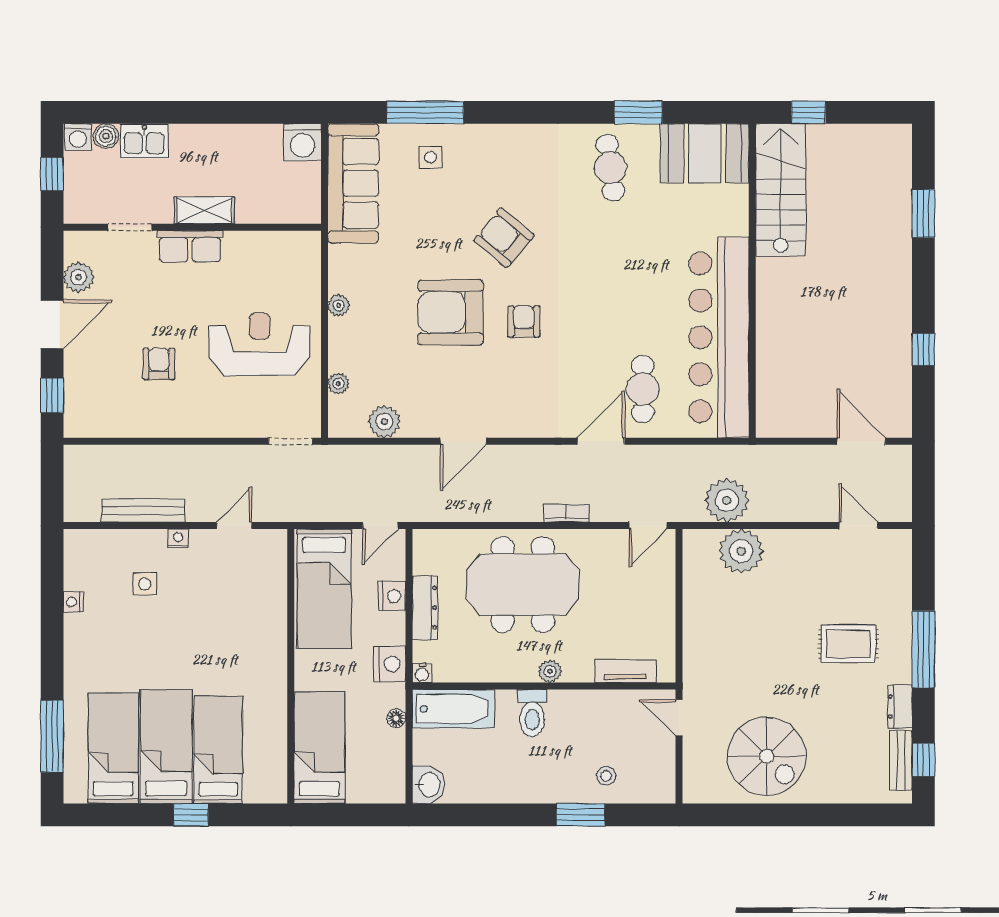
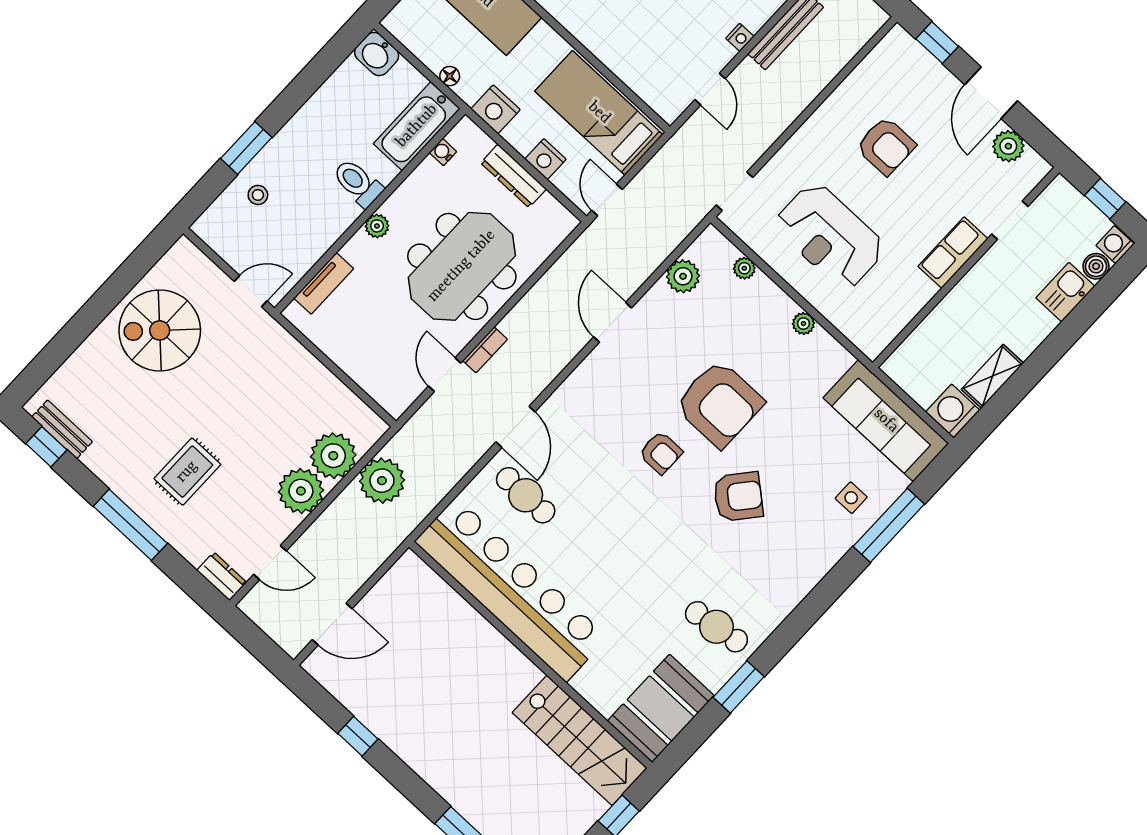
shelving: (204, 210) -> (992, 376), moved
armchair: (451, 312) -> (719, 404), turned 90
reception desk: (260, 344) -> (830, 236), turned 90
armchair: (159, 364) -> (886, 146), width x1.38, depth x1.38
door: (648, 526) -> (445, 375), moved
plant: (787, 551) -> (301, 491), added
water cooler: (422, 673) -> (443, 152), moved
dresser: (900, 706) -> (222, 576), moved

